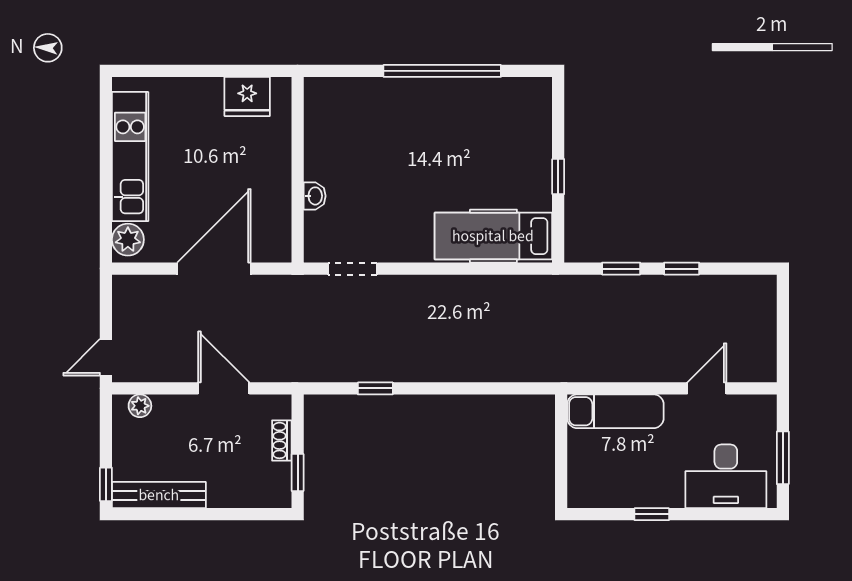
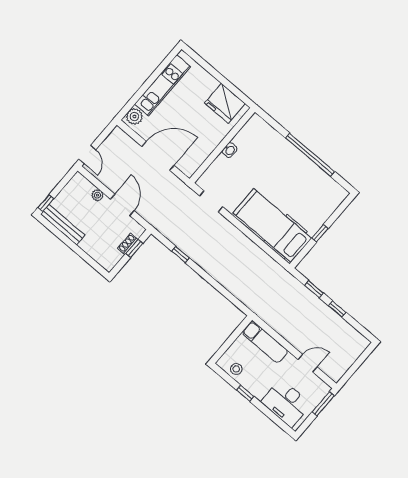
fridge: (247, 96) -> (225, 103), width x1.36, depth x1.34
washbasin: (315, 196) -> (230, 150), moved
hospital bed: (493, 236) -> (272, 226), width x1.37, depth x1.29
door: (106, 357) -> (87, 154), swing flipped
plant: (140, 406) -> (97, 195), moved
window: (783, 458) -> (323, 404), moved
window: (298, 472) -> (134, 248), moved
stool: (607, 489) -> (236, 369), added

